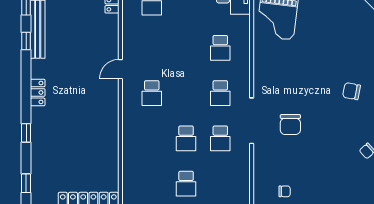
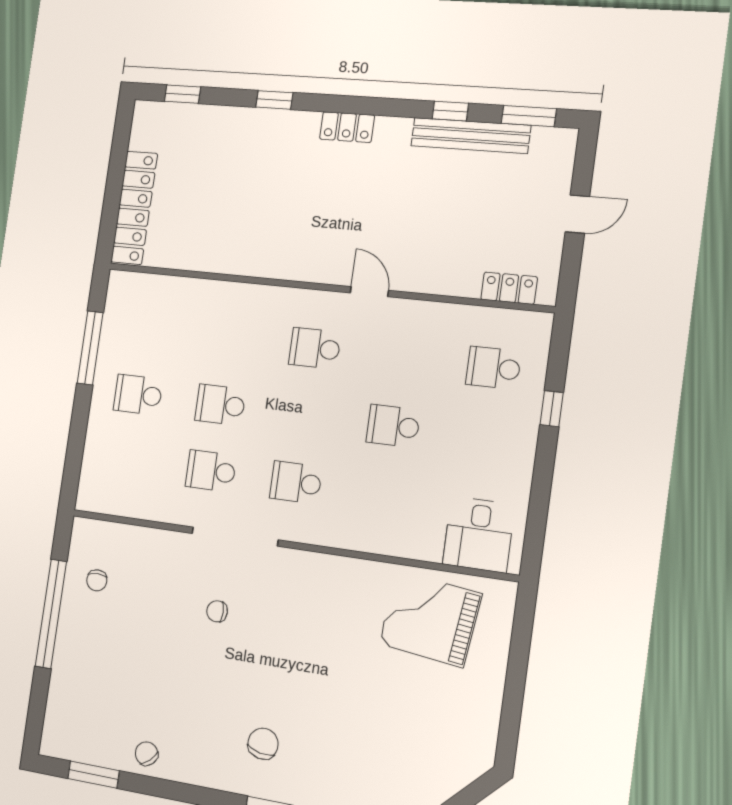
school desk: (220, 48) -> (393, 426), moved
chair: (290, 125) -> (217, 611), width x0.54, depth x0.54

